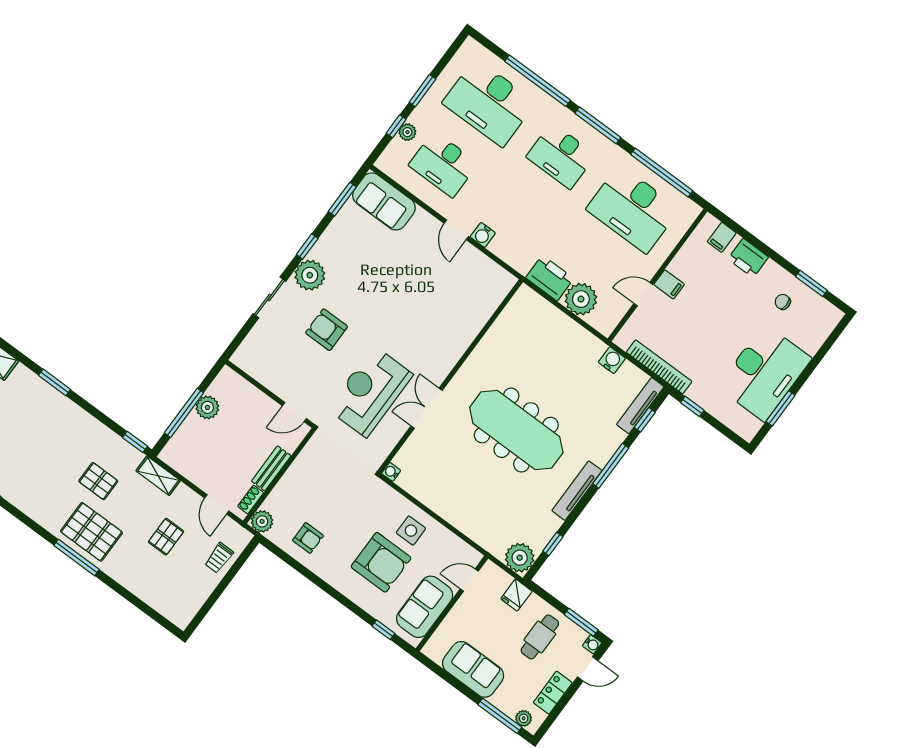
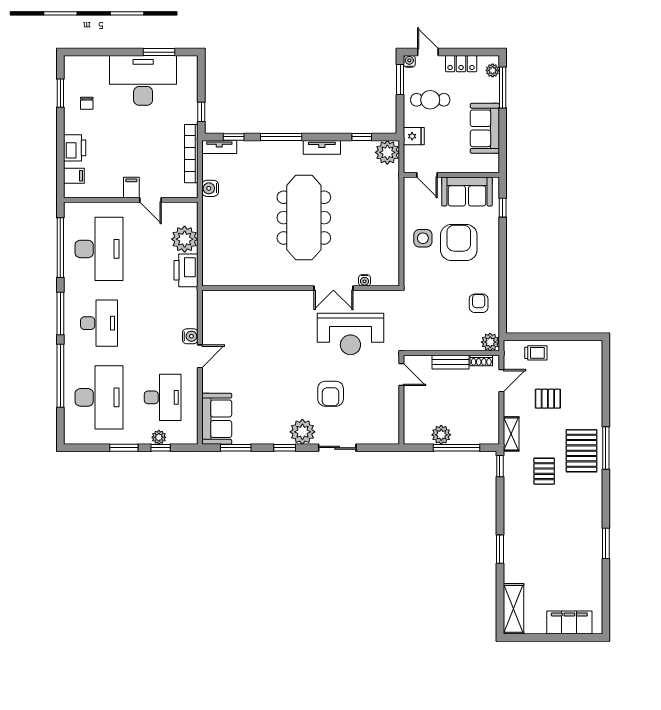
tv unit: (640, 406) -> (219, 147), width x0.71
water cooler: (391, 472) -> (365, 280), moved
tv unit: (577, 491) -> (322, 147), width x0.71

